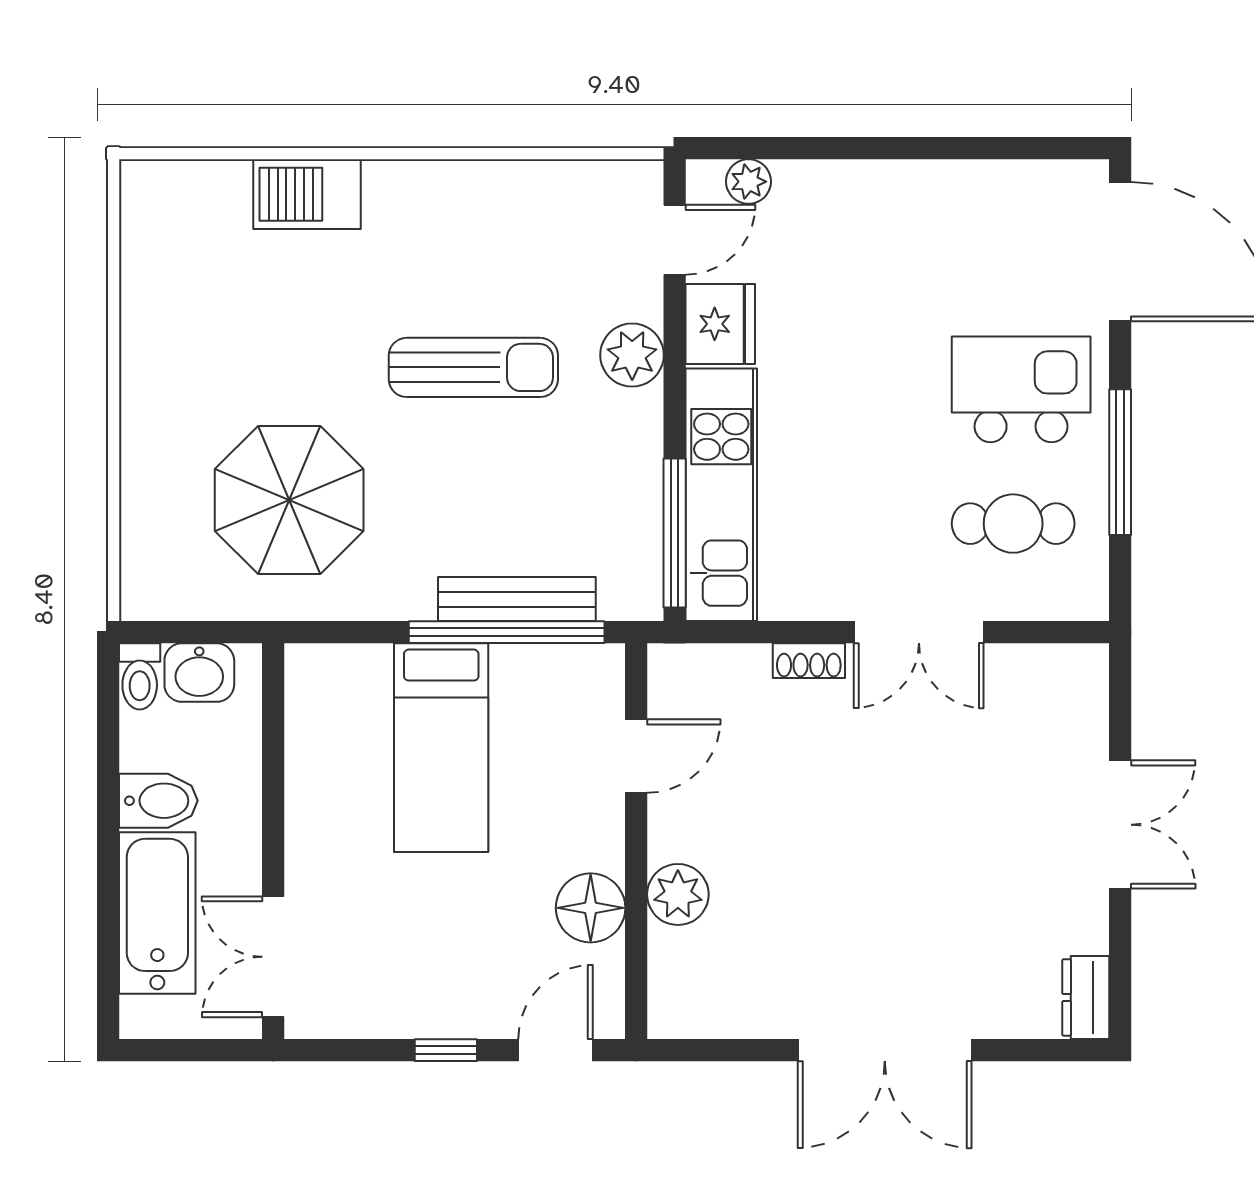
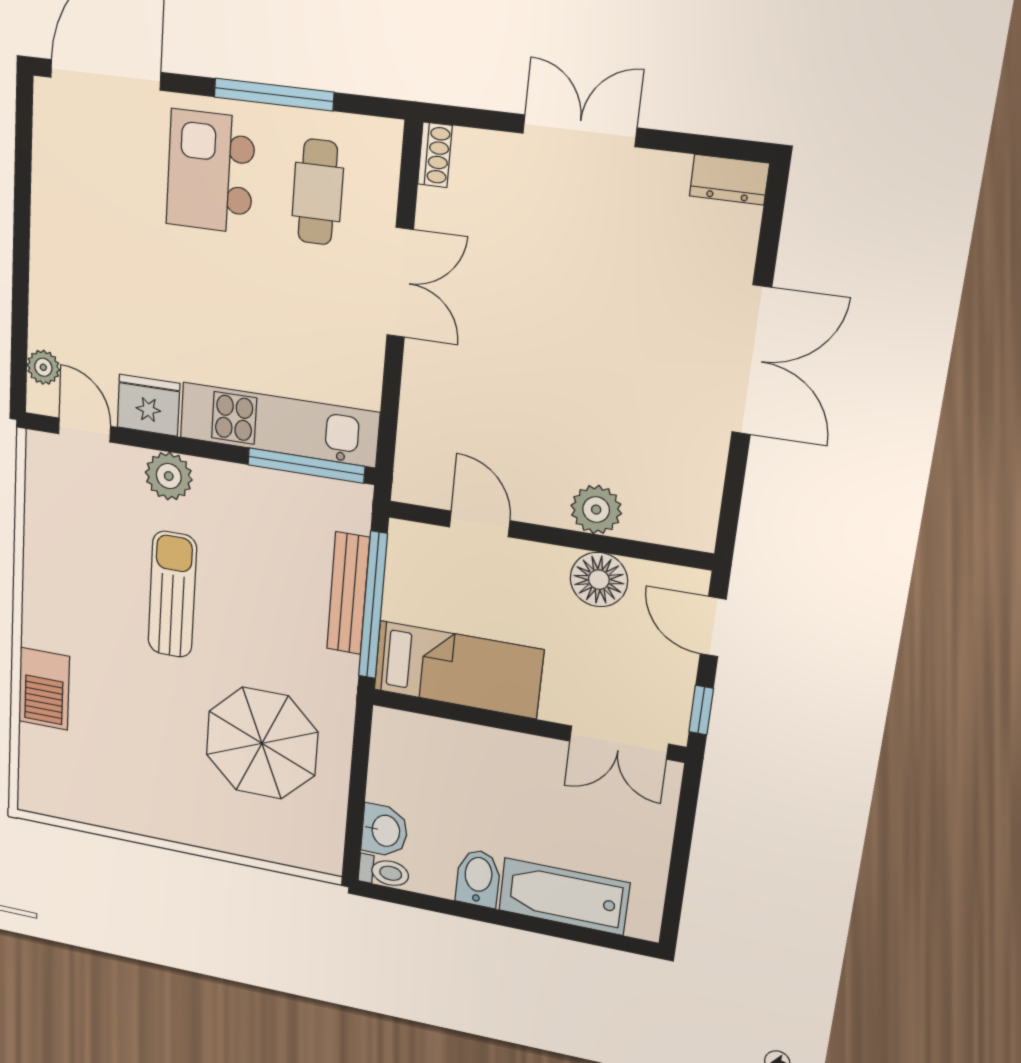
shoe rack: (809, 661) -> (435, 155), moved
wall: (273, 841) -> (527, 725), moved
double door: (273, 957) -> (619, 743), moved

